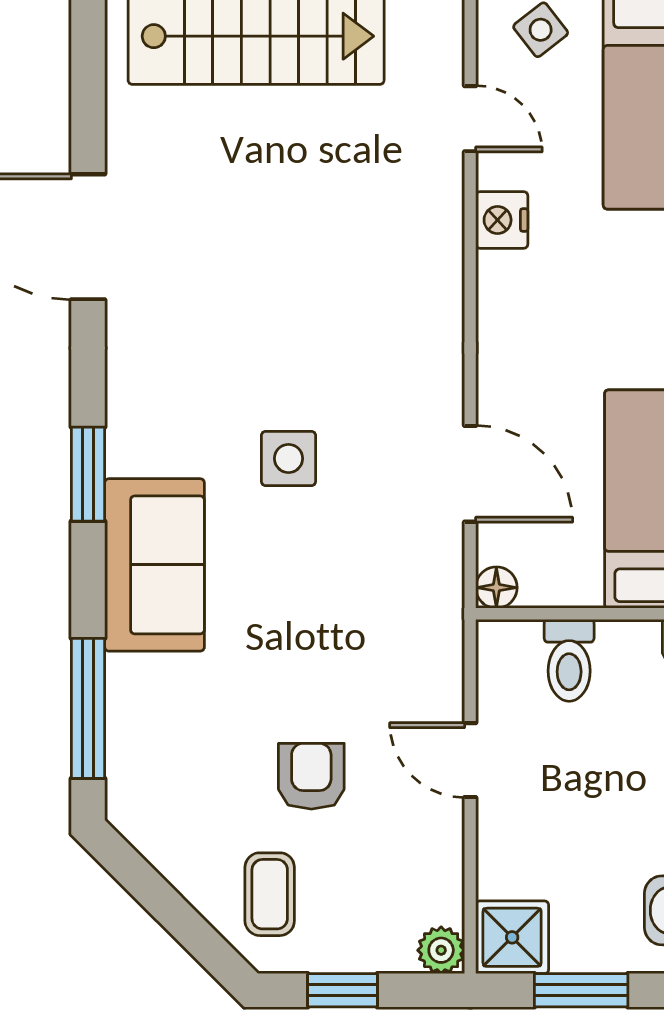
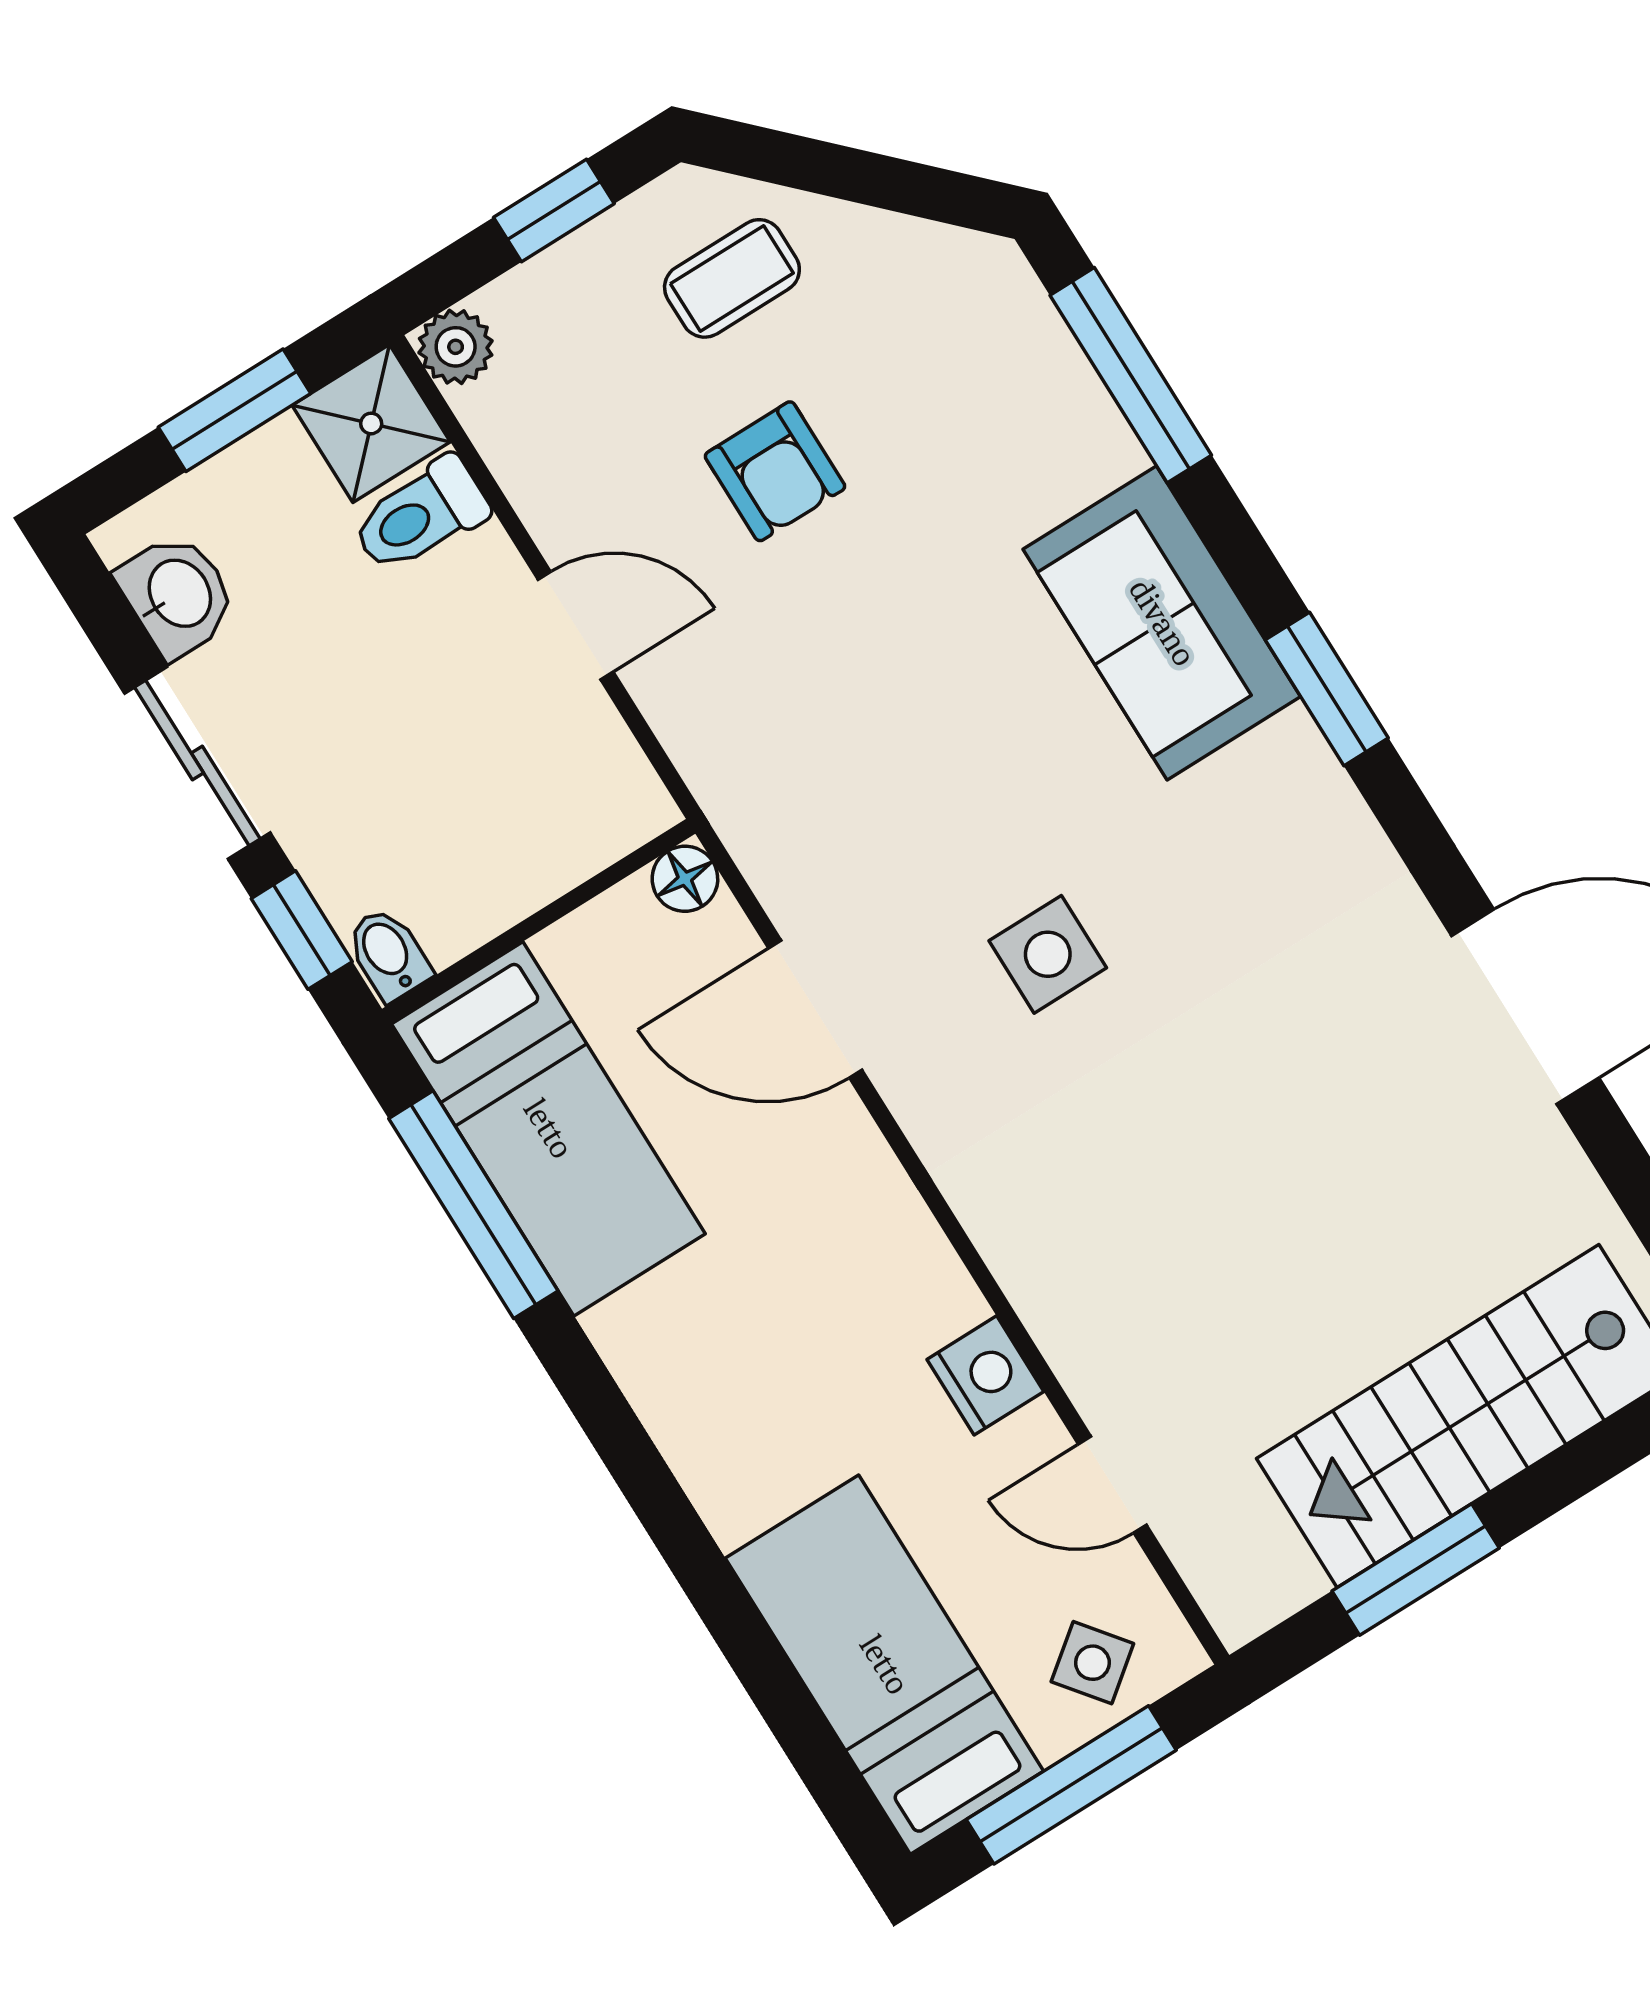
side table: (288, 458) -> (1048, 954), moved
toilet: (569, 660) -> (420, 515), moved, turned -90
coffee table: (270, 894) -> (732, 278), turned 90

